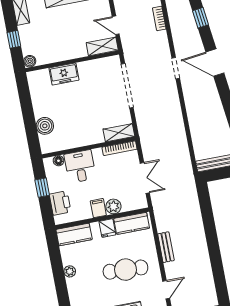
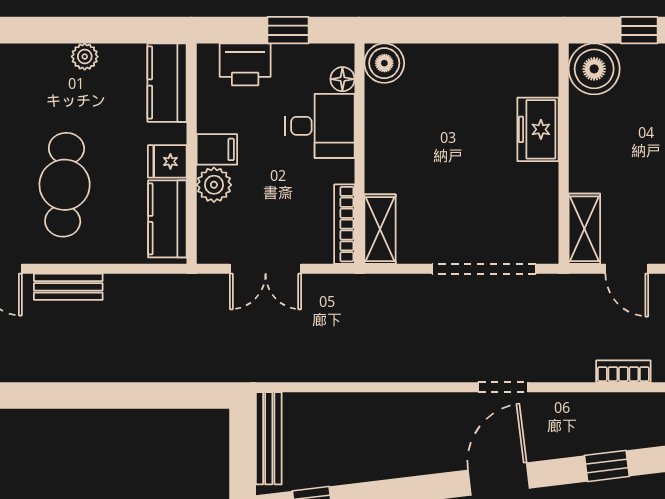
door: (116, 25) -> (627, 269), swing flipped
boiler: (30, 61) -> (594, 69), width x1.86, depth x1.86
boiler: (45, 126) -> (384, 63), moved
bench: (166, 247) -> (68, 287), moved

